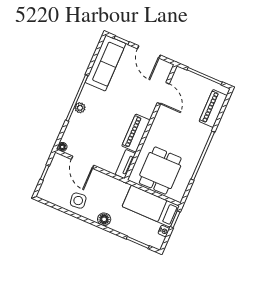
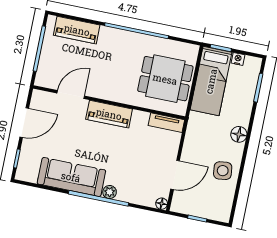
sofa: (106, 63) -> (71, 177), moved
piano: (136, 133) -> (109, 114), moved

